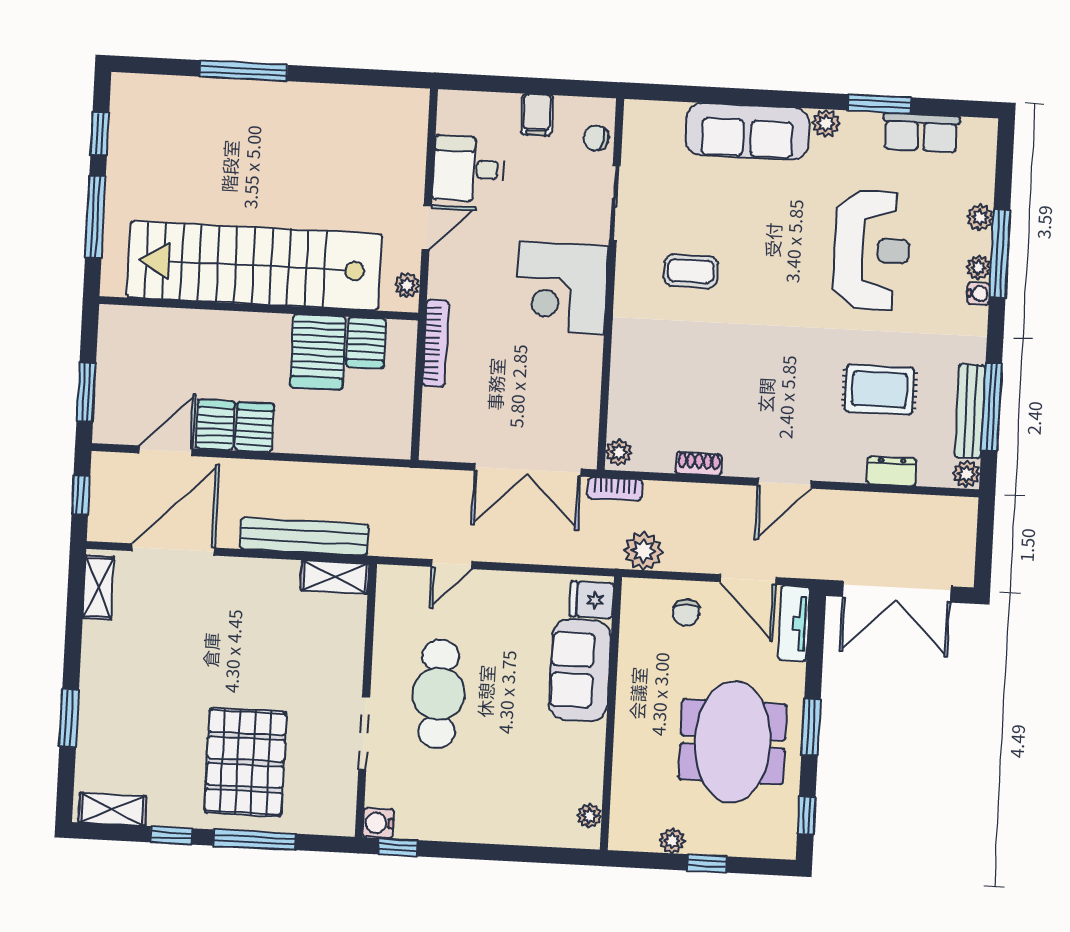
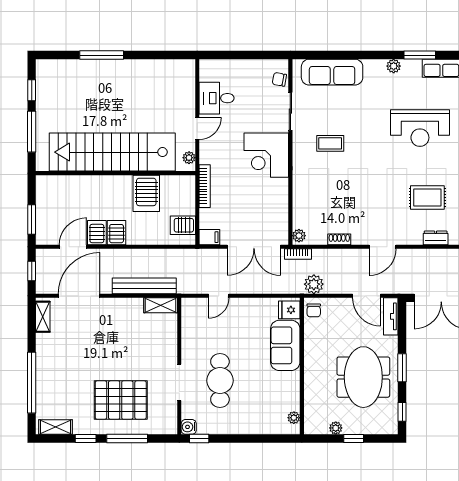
filing cabinet: (537, 115) -> (209, 237), moved, turned -90
sofa: (747, 131) -> (332, 72), moved
reception desk: (872, 250) -> (420, 128), turned 90
server rack: (366, 343) -> (183, 225), moved, turned 90
chair: (686, 613) -> (314, 310), moved
cafe table: (439, 694) -> (220, 381), moved
window: (69, 718) -> (32, 383), width x2.11
pallet: (245, 762) -> (121, 400), turned 90

